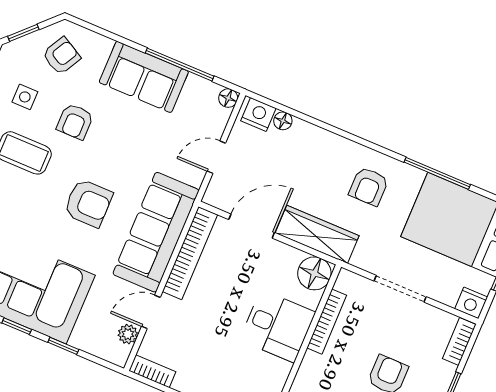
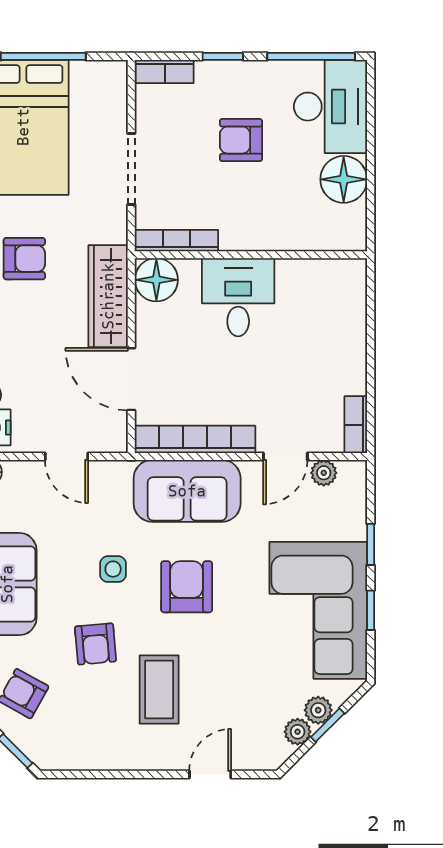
side table: (25, 97) -> (113, 569), moved
armchair: (75, 122) -> (95, 644), turned 85
sofa: (156, 232) -> (187, 491), width x0.73
nightstand: (471, 303) -> (112, 77), removed
door: (151, 312) -> (285, 456), hinge flipped
bookcase: (327, 322) -> (176, 241), moved

